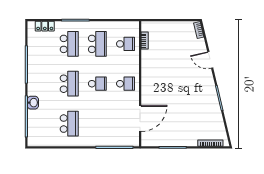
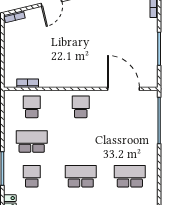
school desk: (69, 44) -> (32, 176), width x0.54
school desk: (97, 84) -> (81, 142), removed

